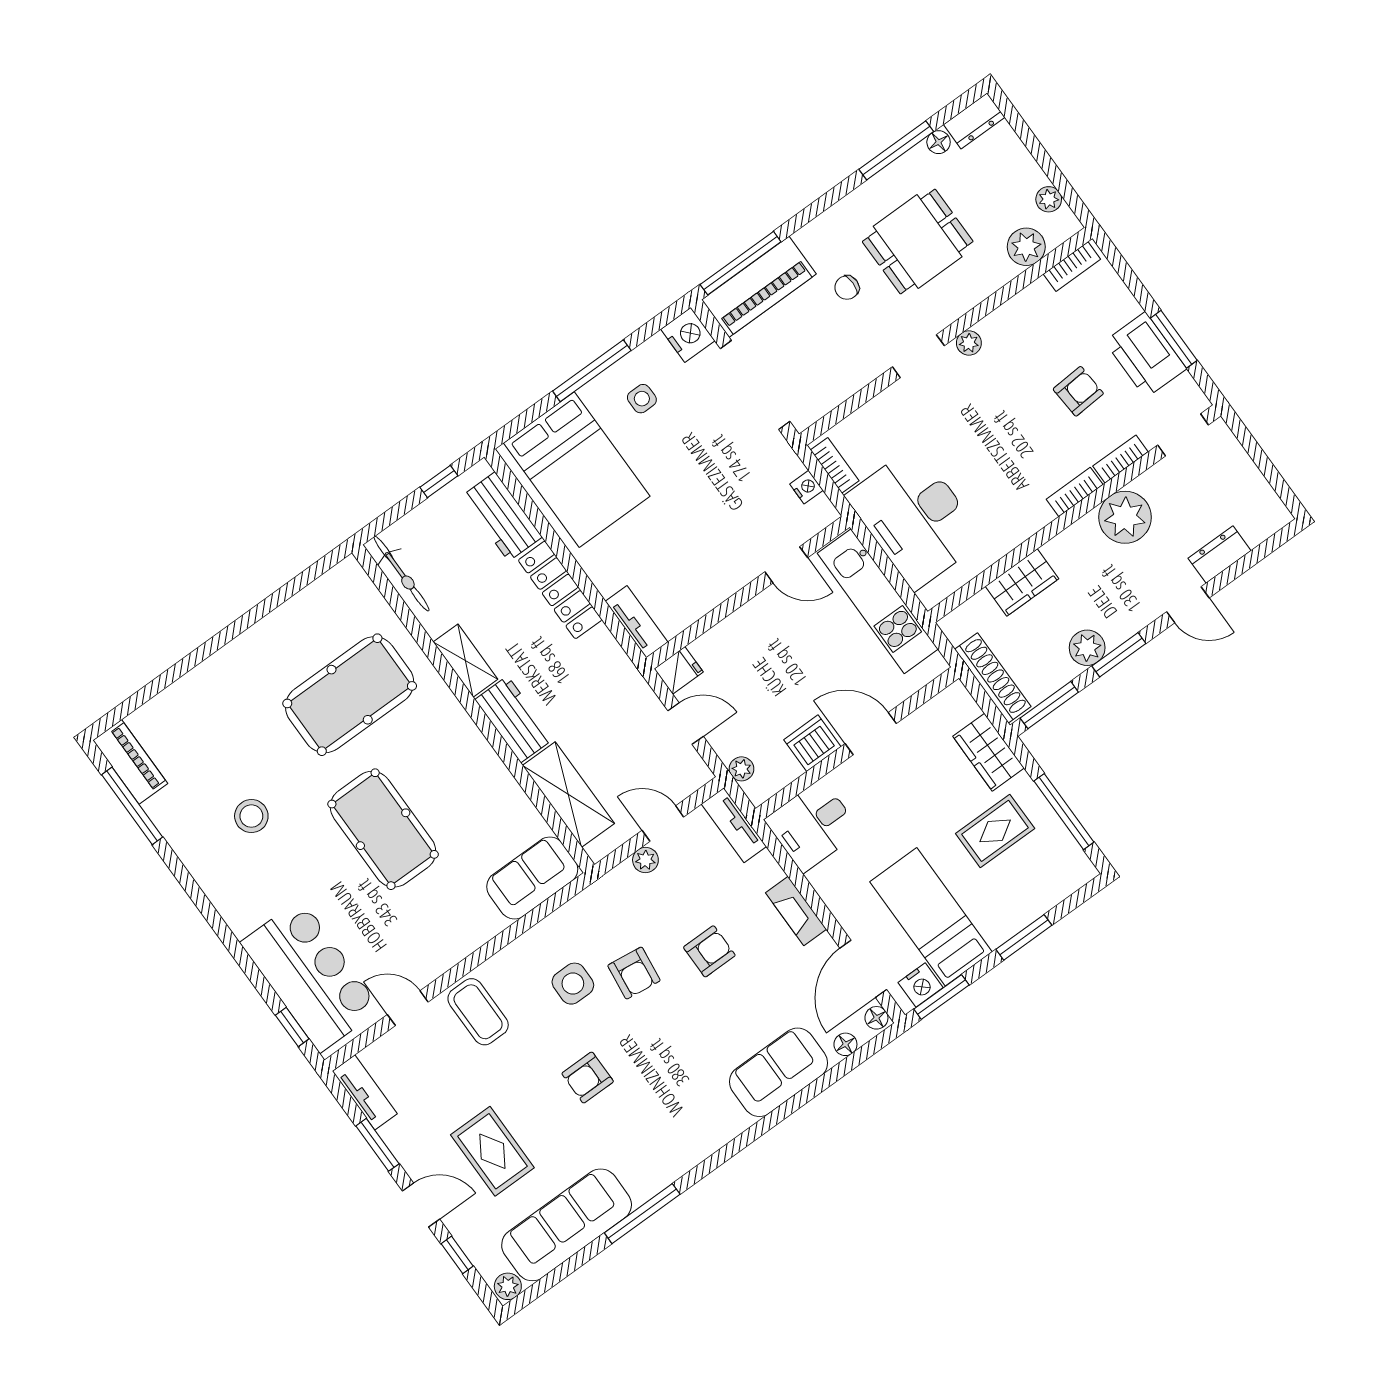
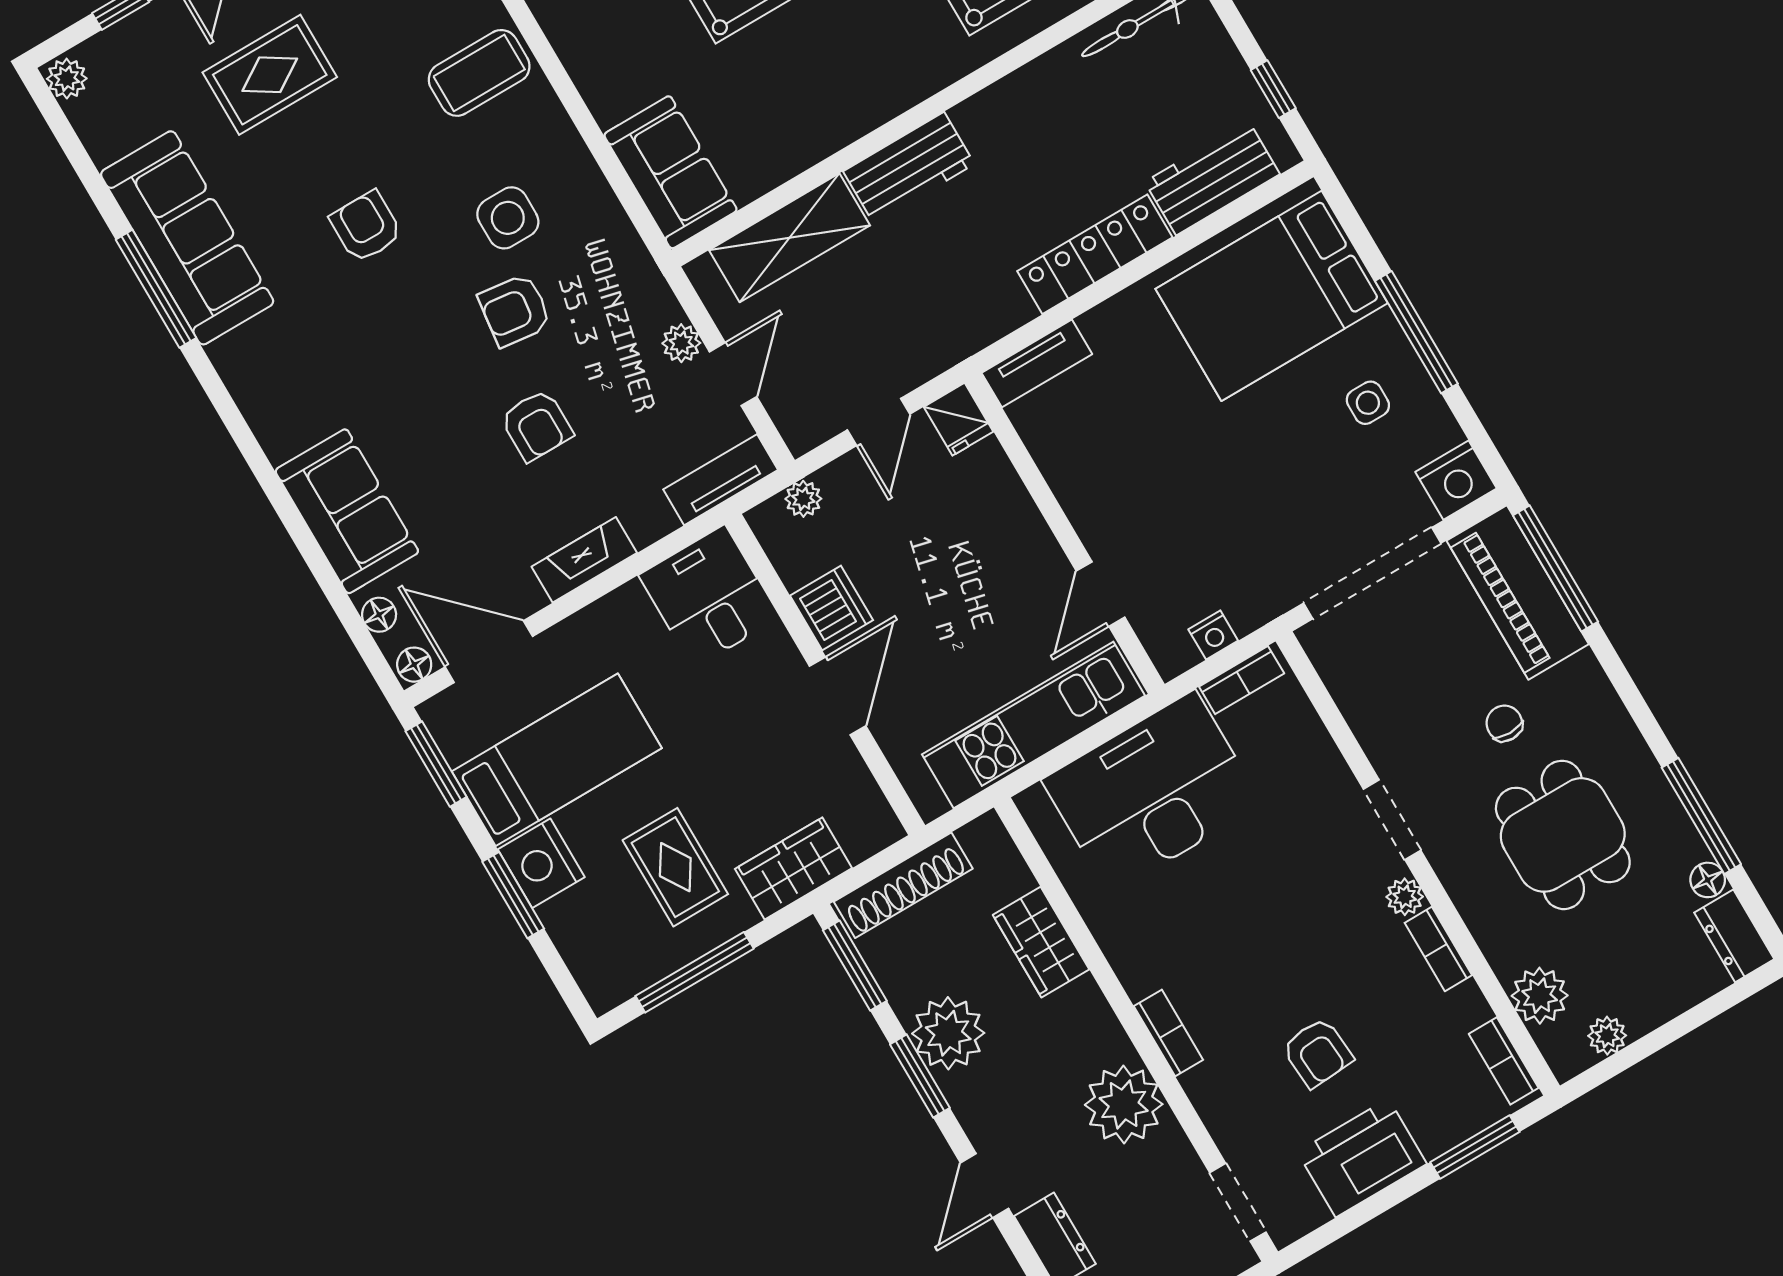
window: (1174, 339) -> (1475, 1147), moved
bookcase: (1120, 459) -> (1438, 949), moved, turned 180
plant: (1087, 648) -> (948, 1033), width x1.36, depth x1.36
shelving: (465, 661) -> (1003, 104), removed
nightstand: (921, 985) -> (541, 863), moved, width x1.36, depth x1.33
sofa: (567, 1225) -> (187, 238), moved

